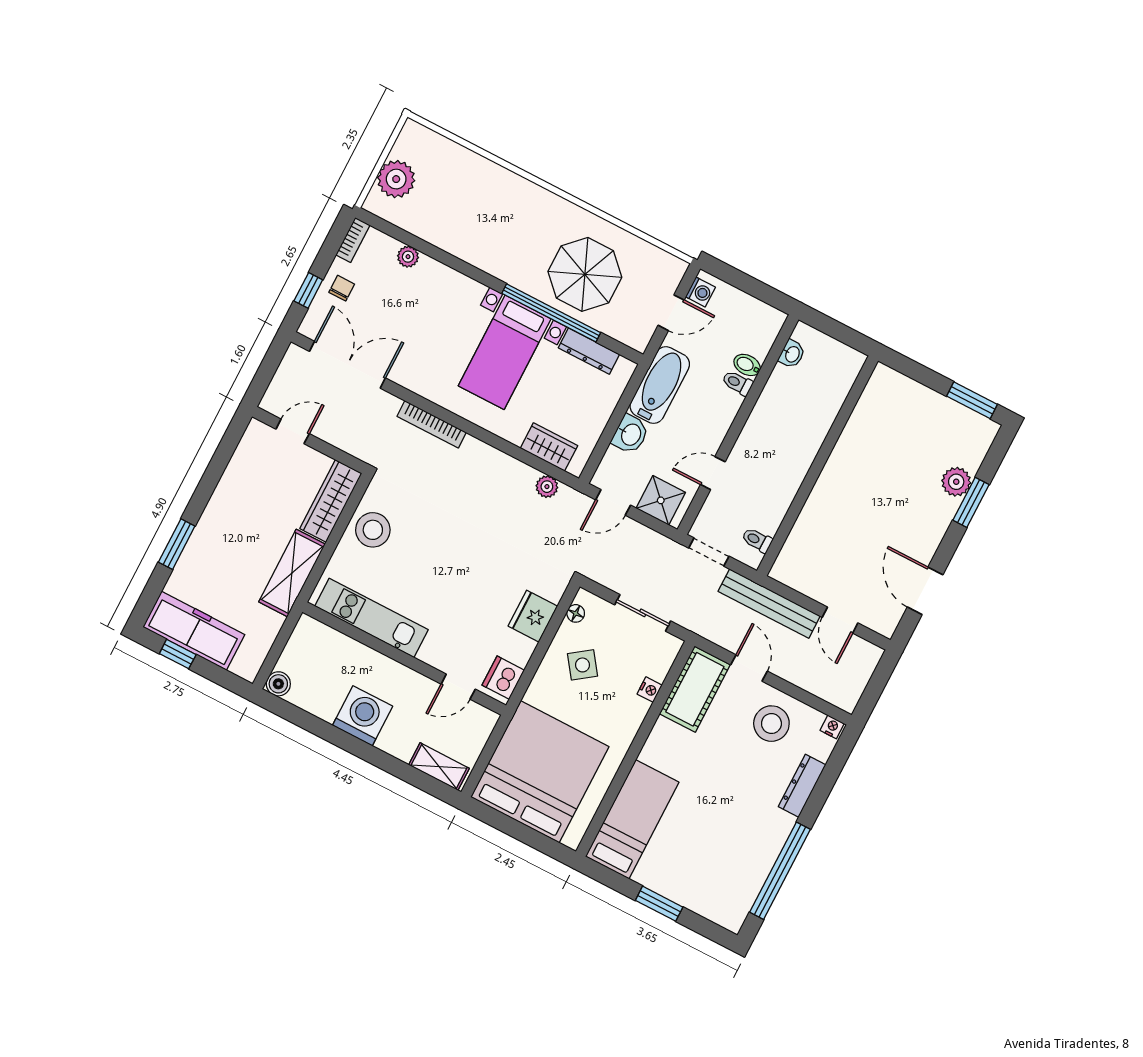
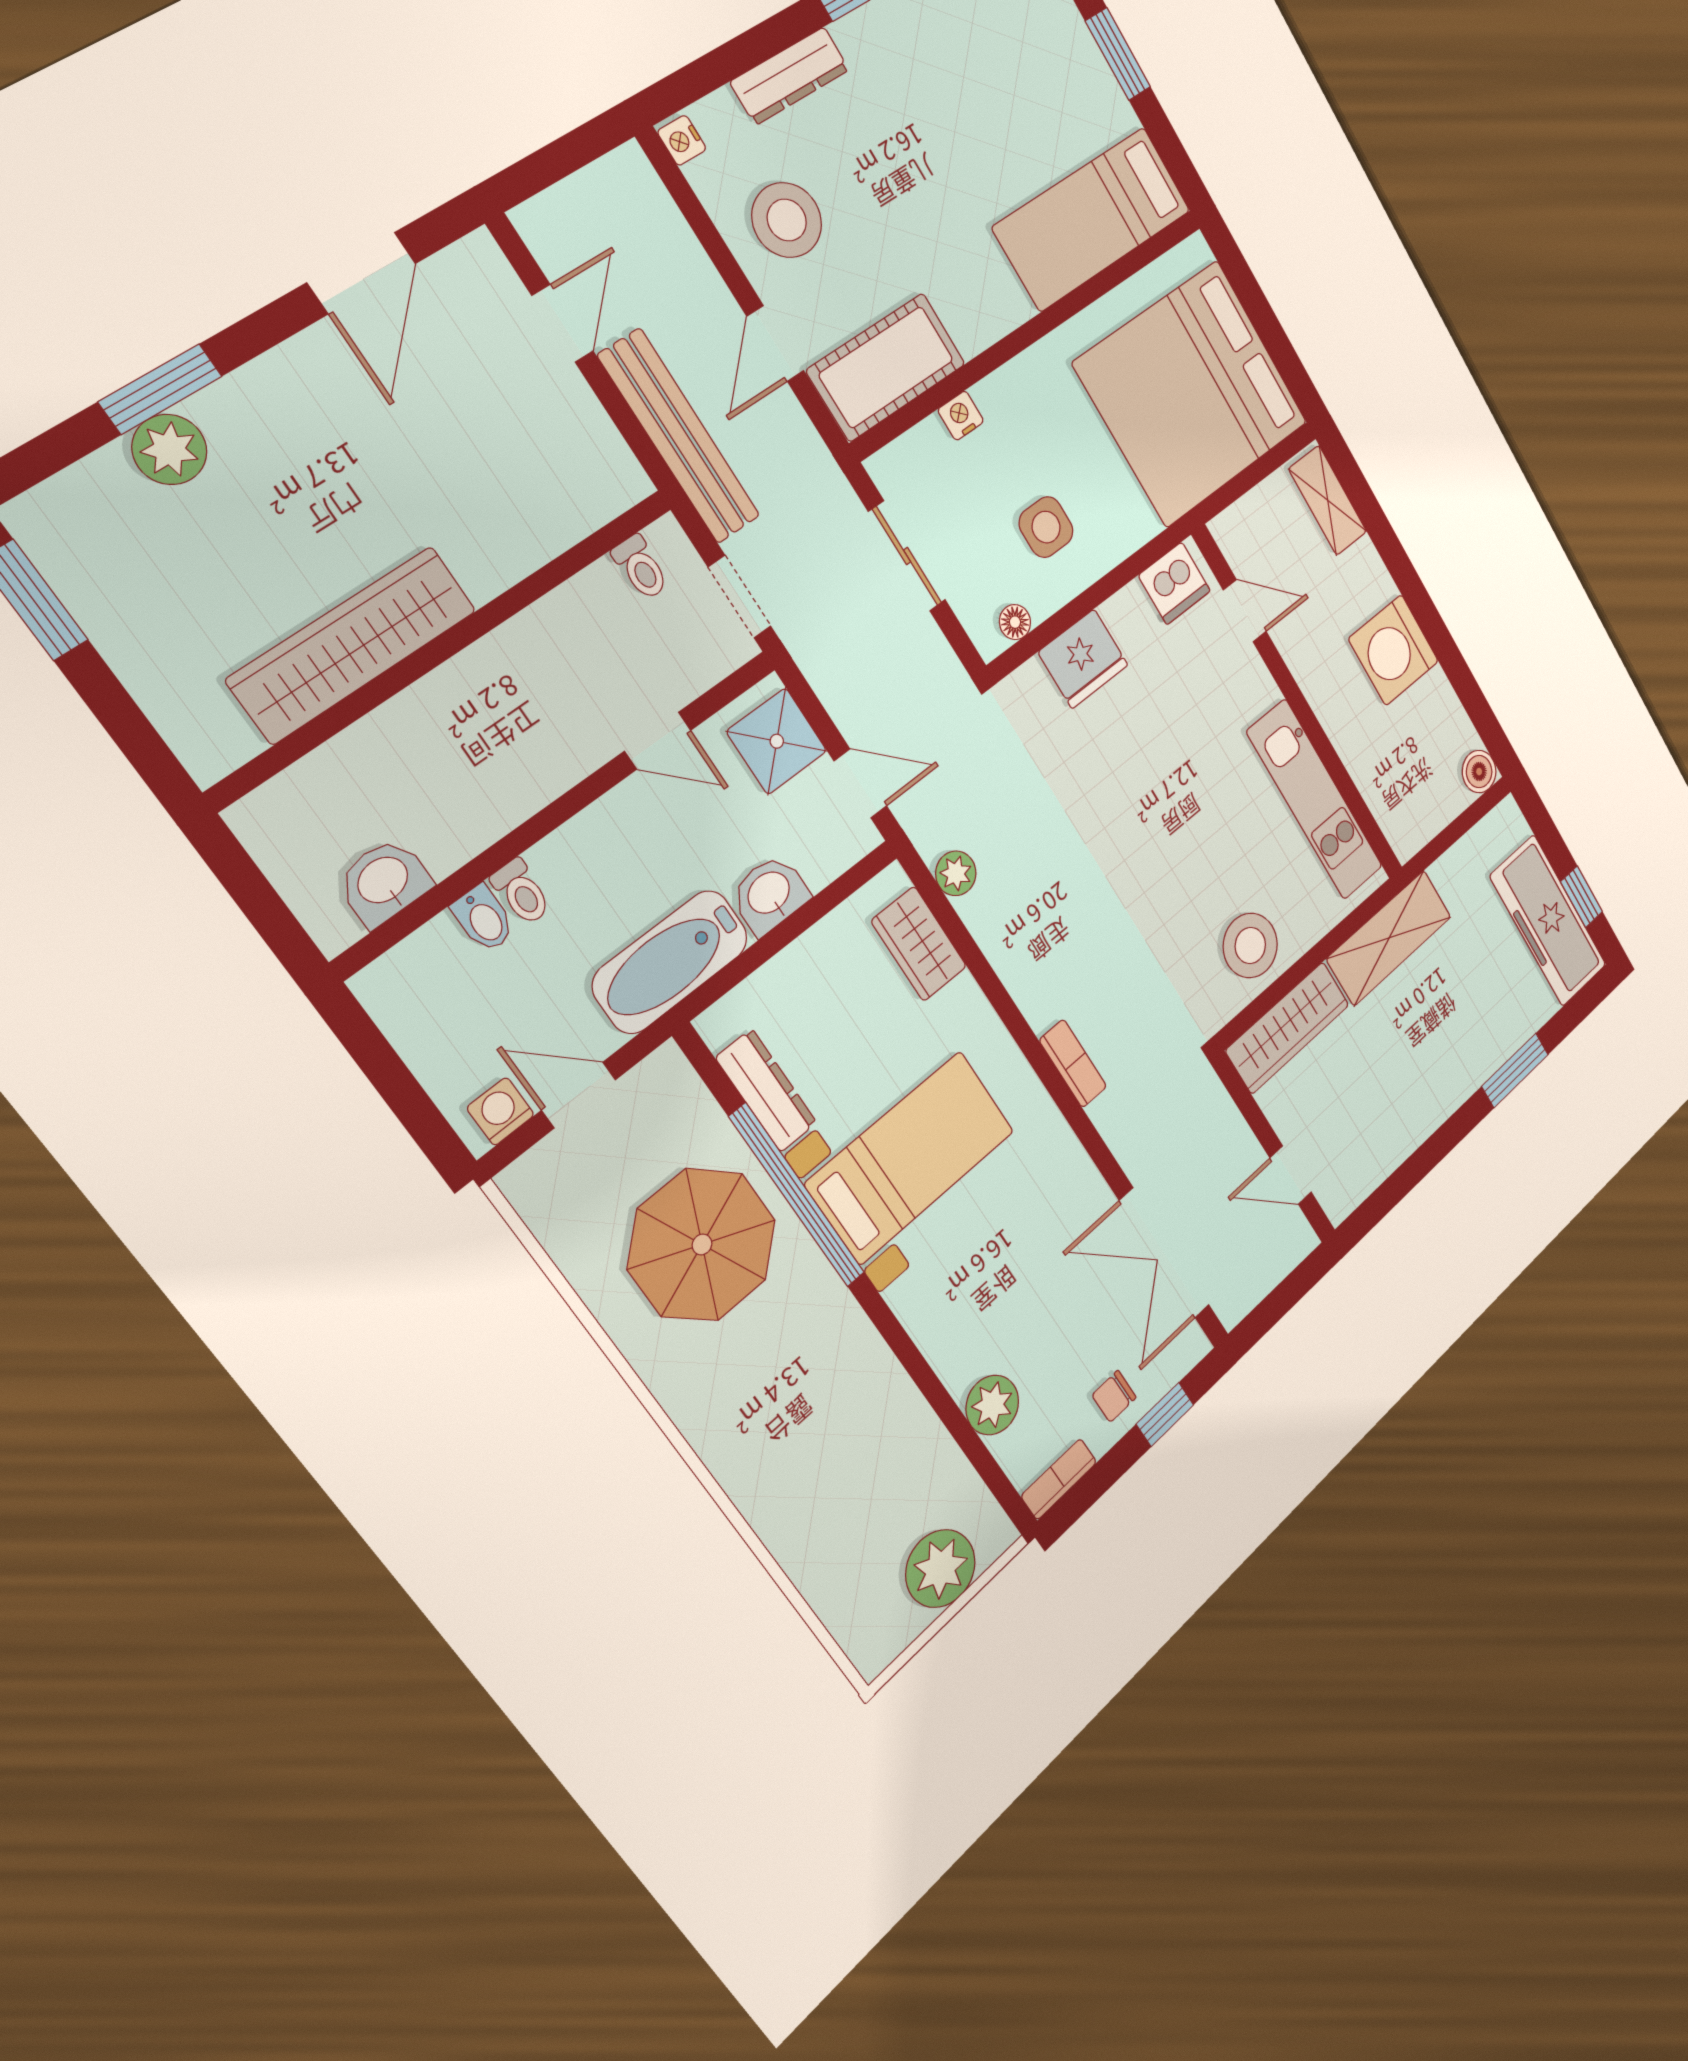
plant: (408, 257) -> (992, 1405), width x1.38, depth x1.38
washbasin: (792, 354) -> (384, 882), width x1.38, depth x1.45
bookcase: (432, 424) -> (1073, 1063), width x0.64
wardrobe: (853, 446) -> (353, 645), added
side table: (582, 665) -> (1046, 527), turned 36

